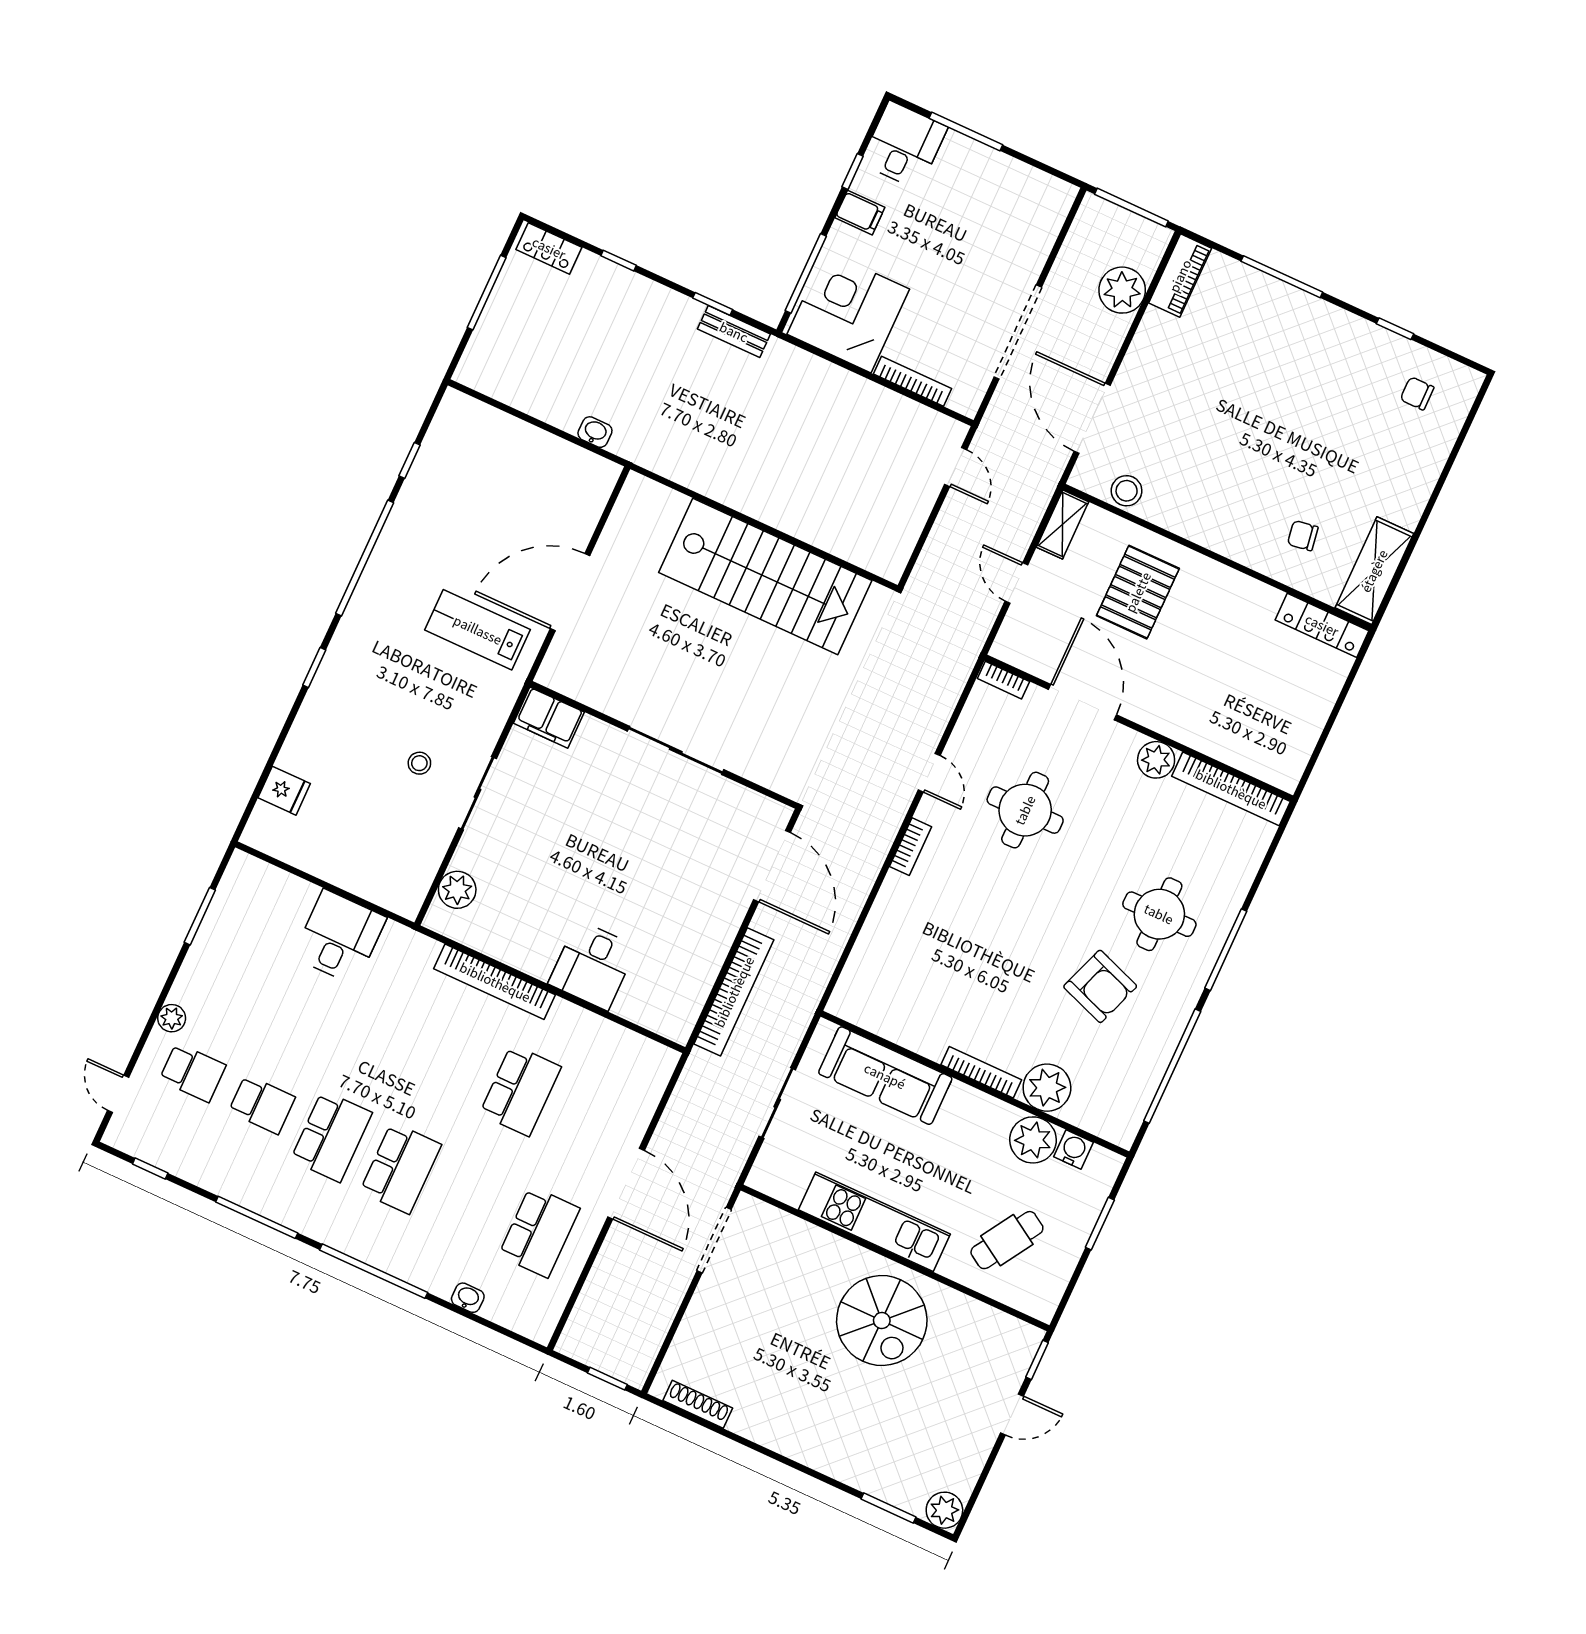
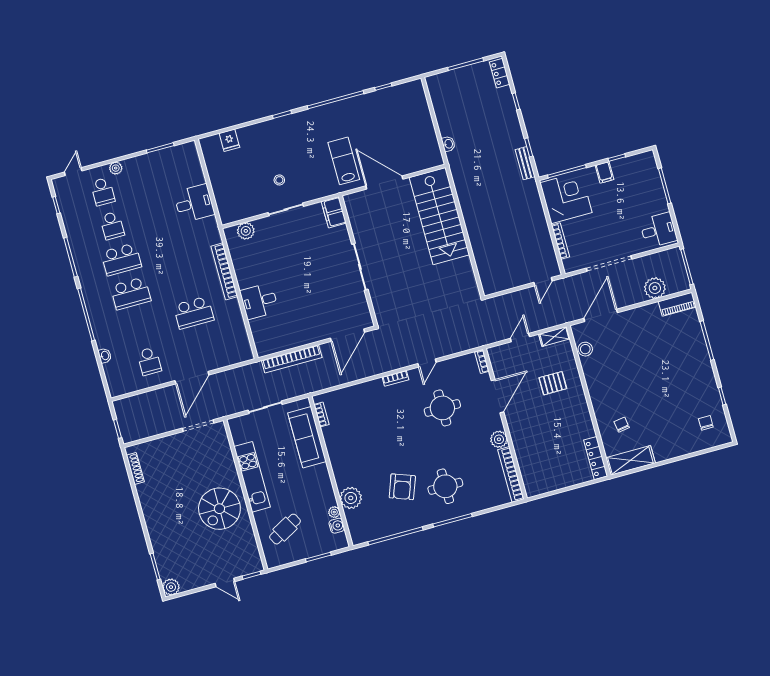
desk: (904, 145) -> (658, 230), moved
stairs: (765, 576) -> (439, 216), moved
pallet: (1138, 592) -> (553, 383), width x0.67, depth x0.71
bookcase: (981, 1072) -> (321, 414), moved, width x0.64
plant: (1033, 1140) -> (334, 512), width x0.53, depth x0.53
school desk: (539, 1232) -> (149, 361), width x0.54
cafe table: (1007, 1240) -> (285, 529), turned -61

